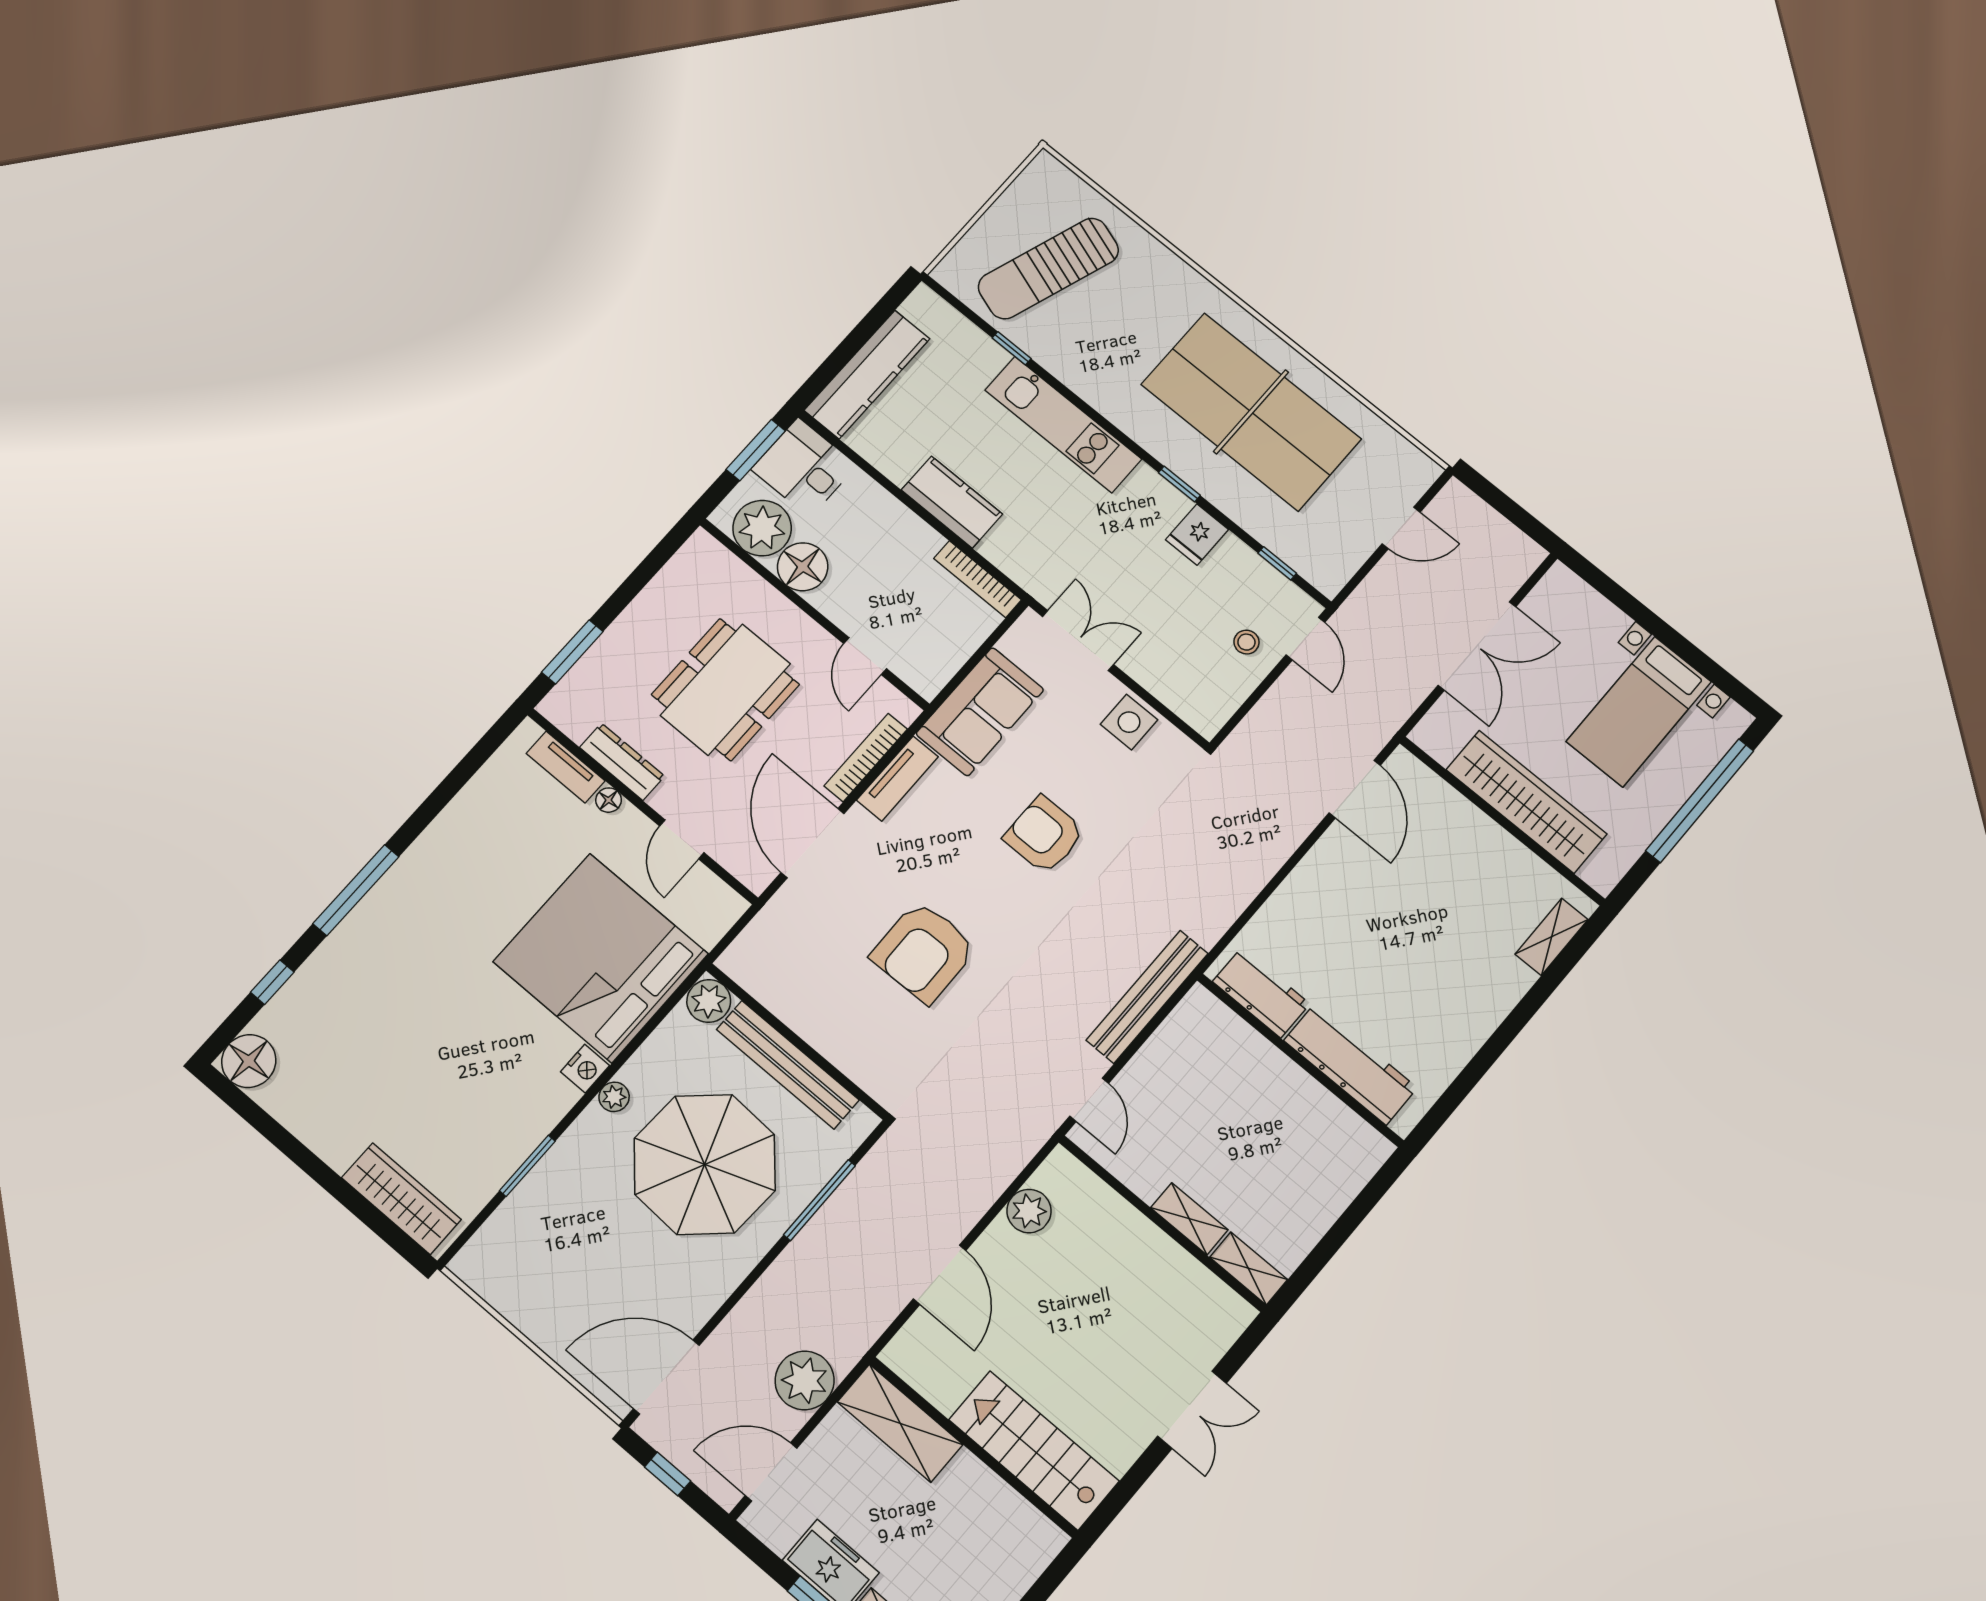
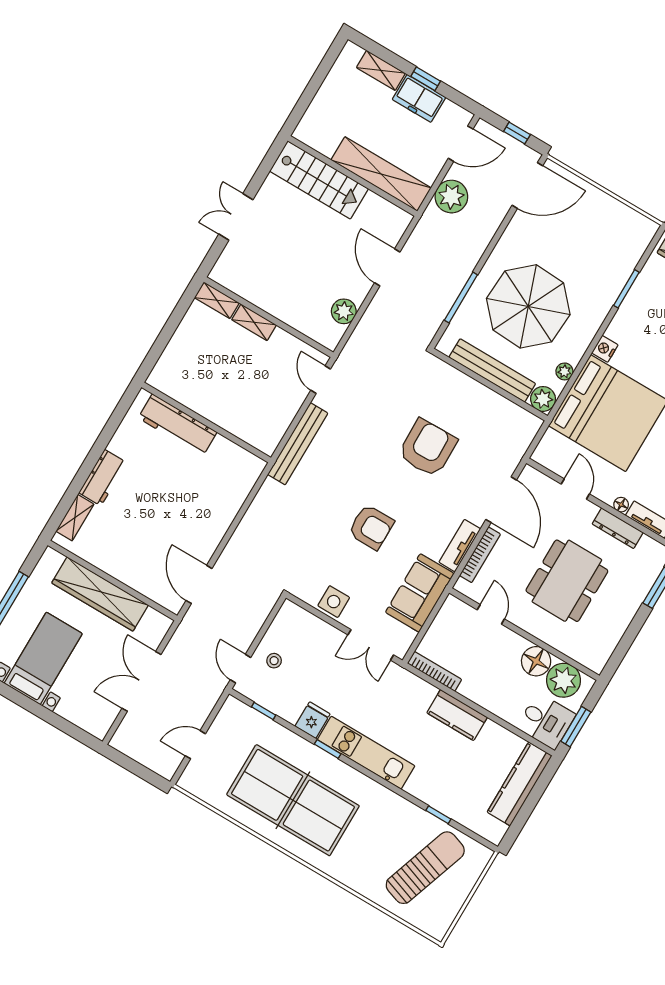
kitchen unit: (1063, 425) -> (366, 753), moved
workbench: (1261, 993) -> (103, 478), moved, turned -90
plant: (614, 1097) -> (564, 371), moved
shelving: (900, 1423) -> (381, 174), width x1.47

